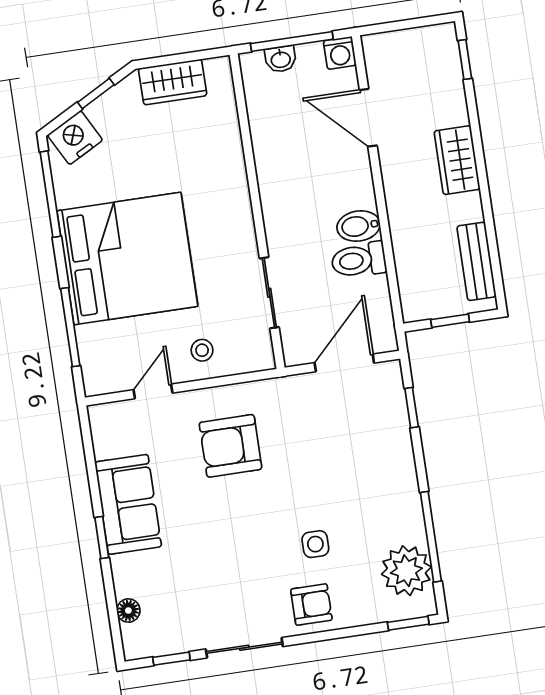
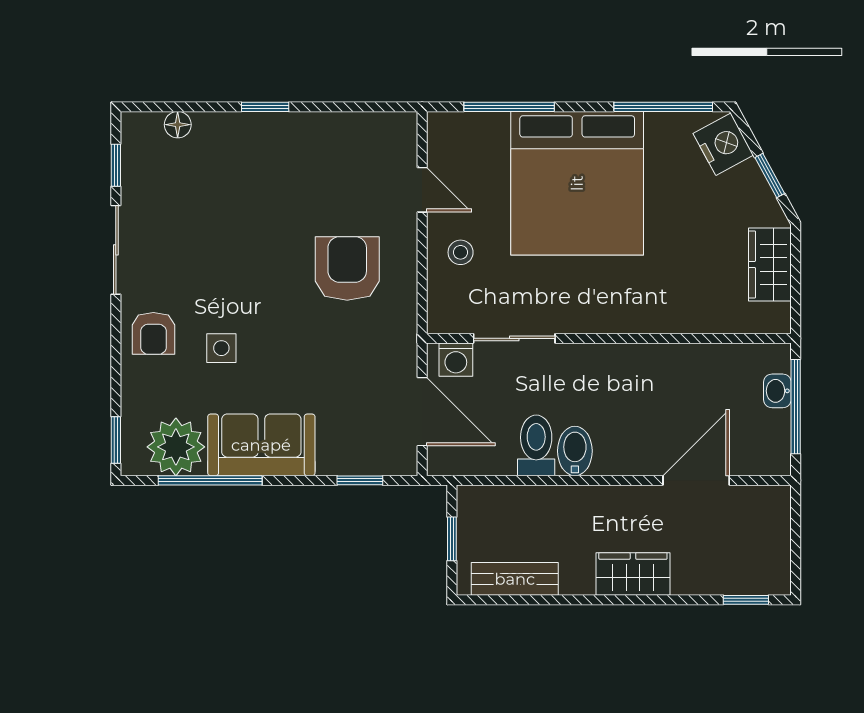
washing machine: (340, 53) -> (456, 360), moved, turned -90
sofa: (128, 504) -> (261, 445), moved, turned 180

